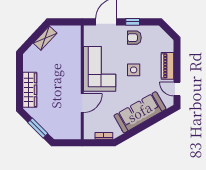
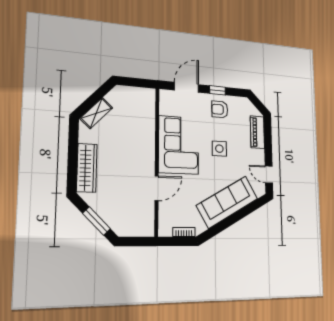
shelving: (45, 38) -> (96, 113), moved
piano: (168, 66) -> (257, 132), moved

